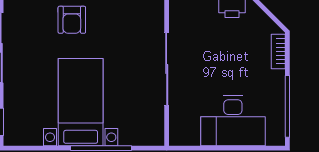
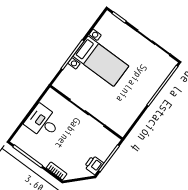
armchair: (72, 20) -> (142, 85), removed
desk: (233, 121) -> (43, 122), width x0.73

